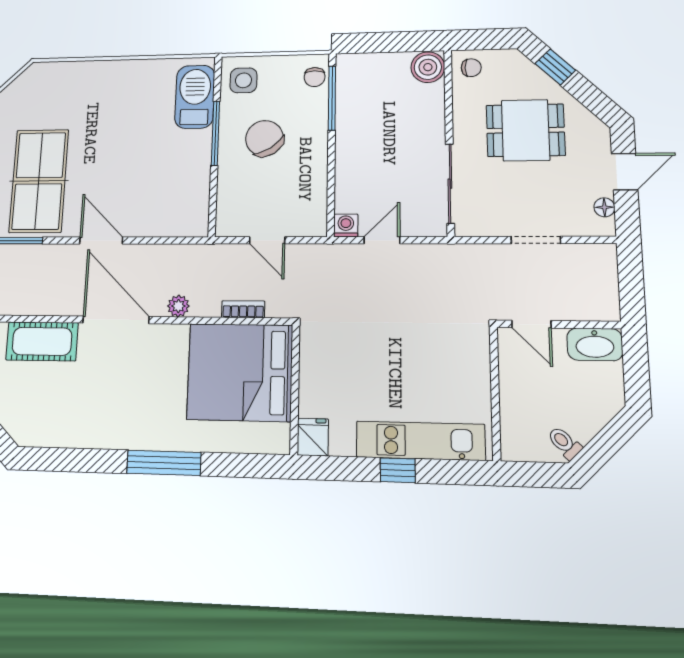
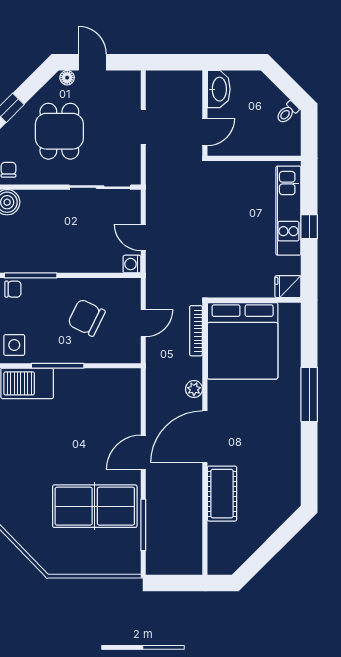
chair: (264, 138) -> (86, 318), moved, turned 59
floor lamp: (604, 207) -> (67, 78), moved
bookcase: (243, 309) -> (196, 331), width x1.56

